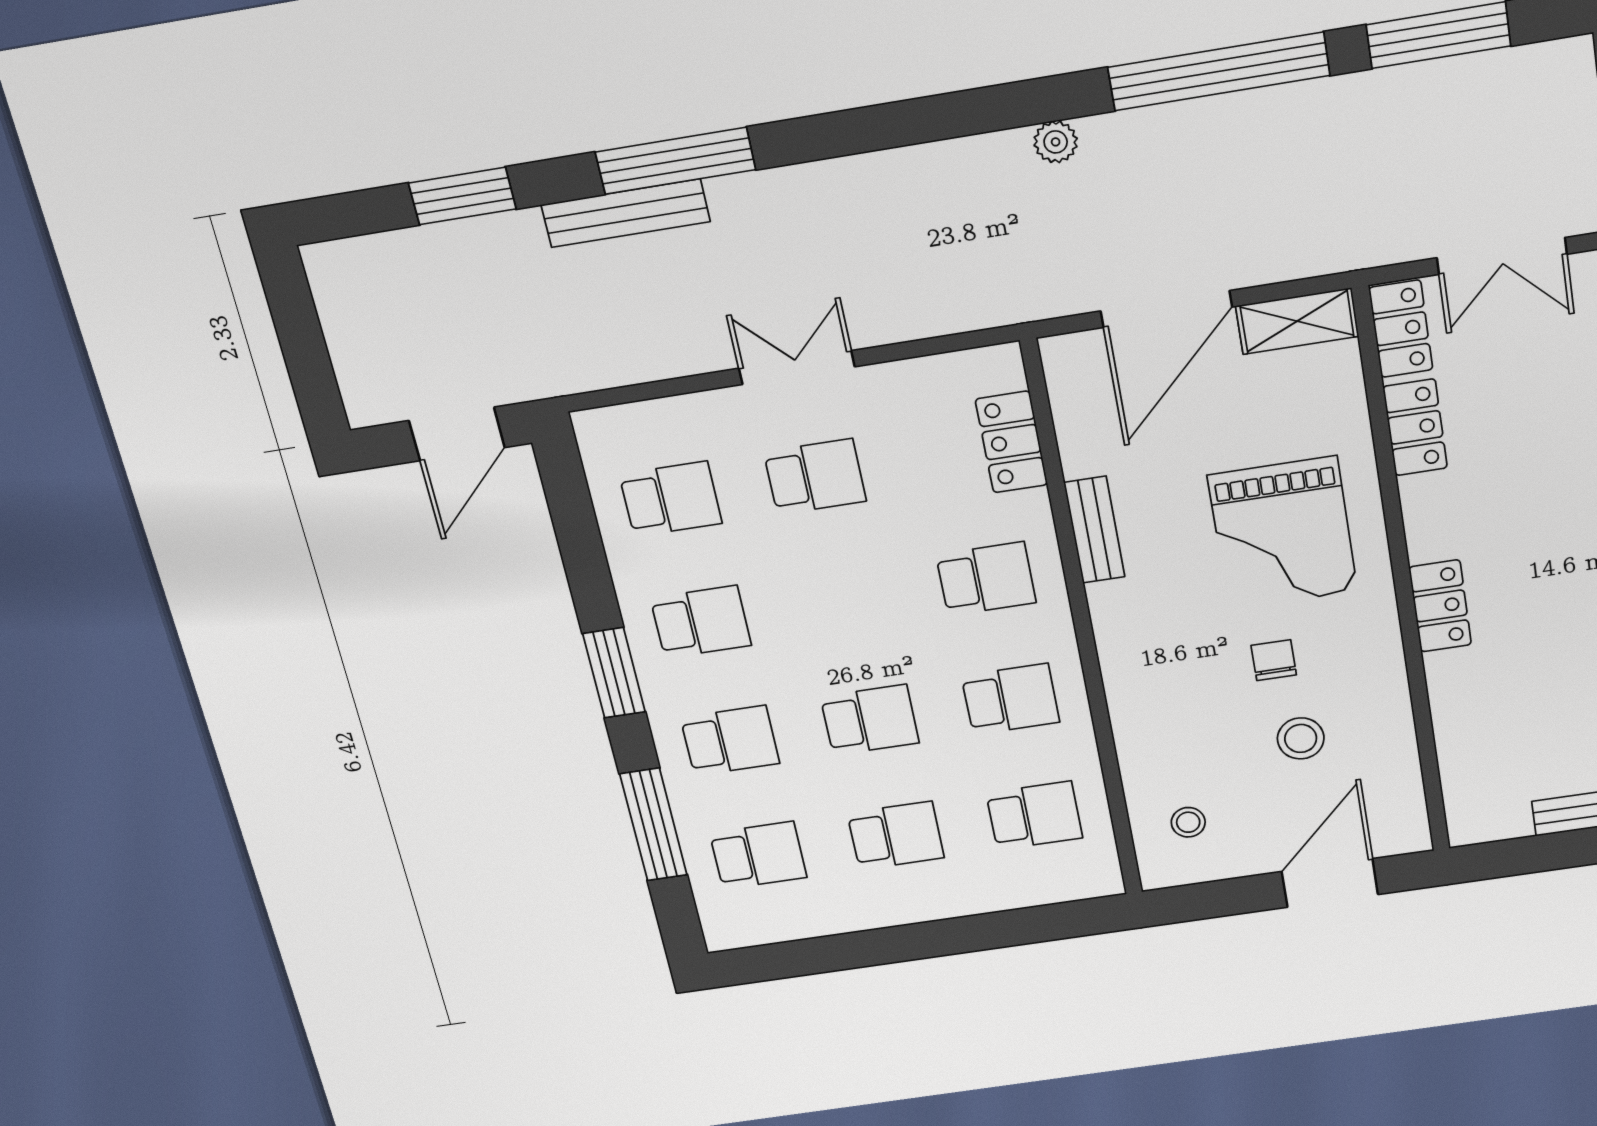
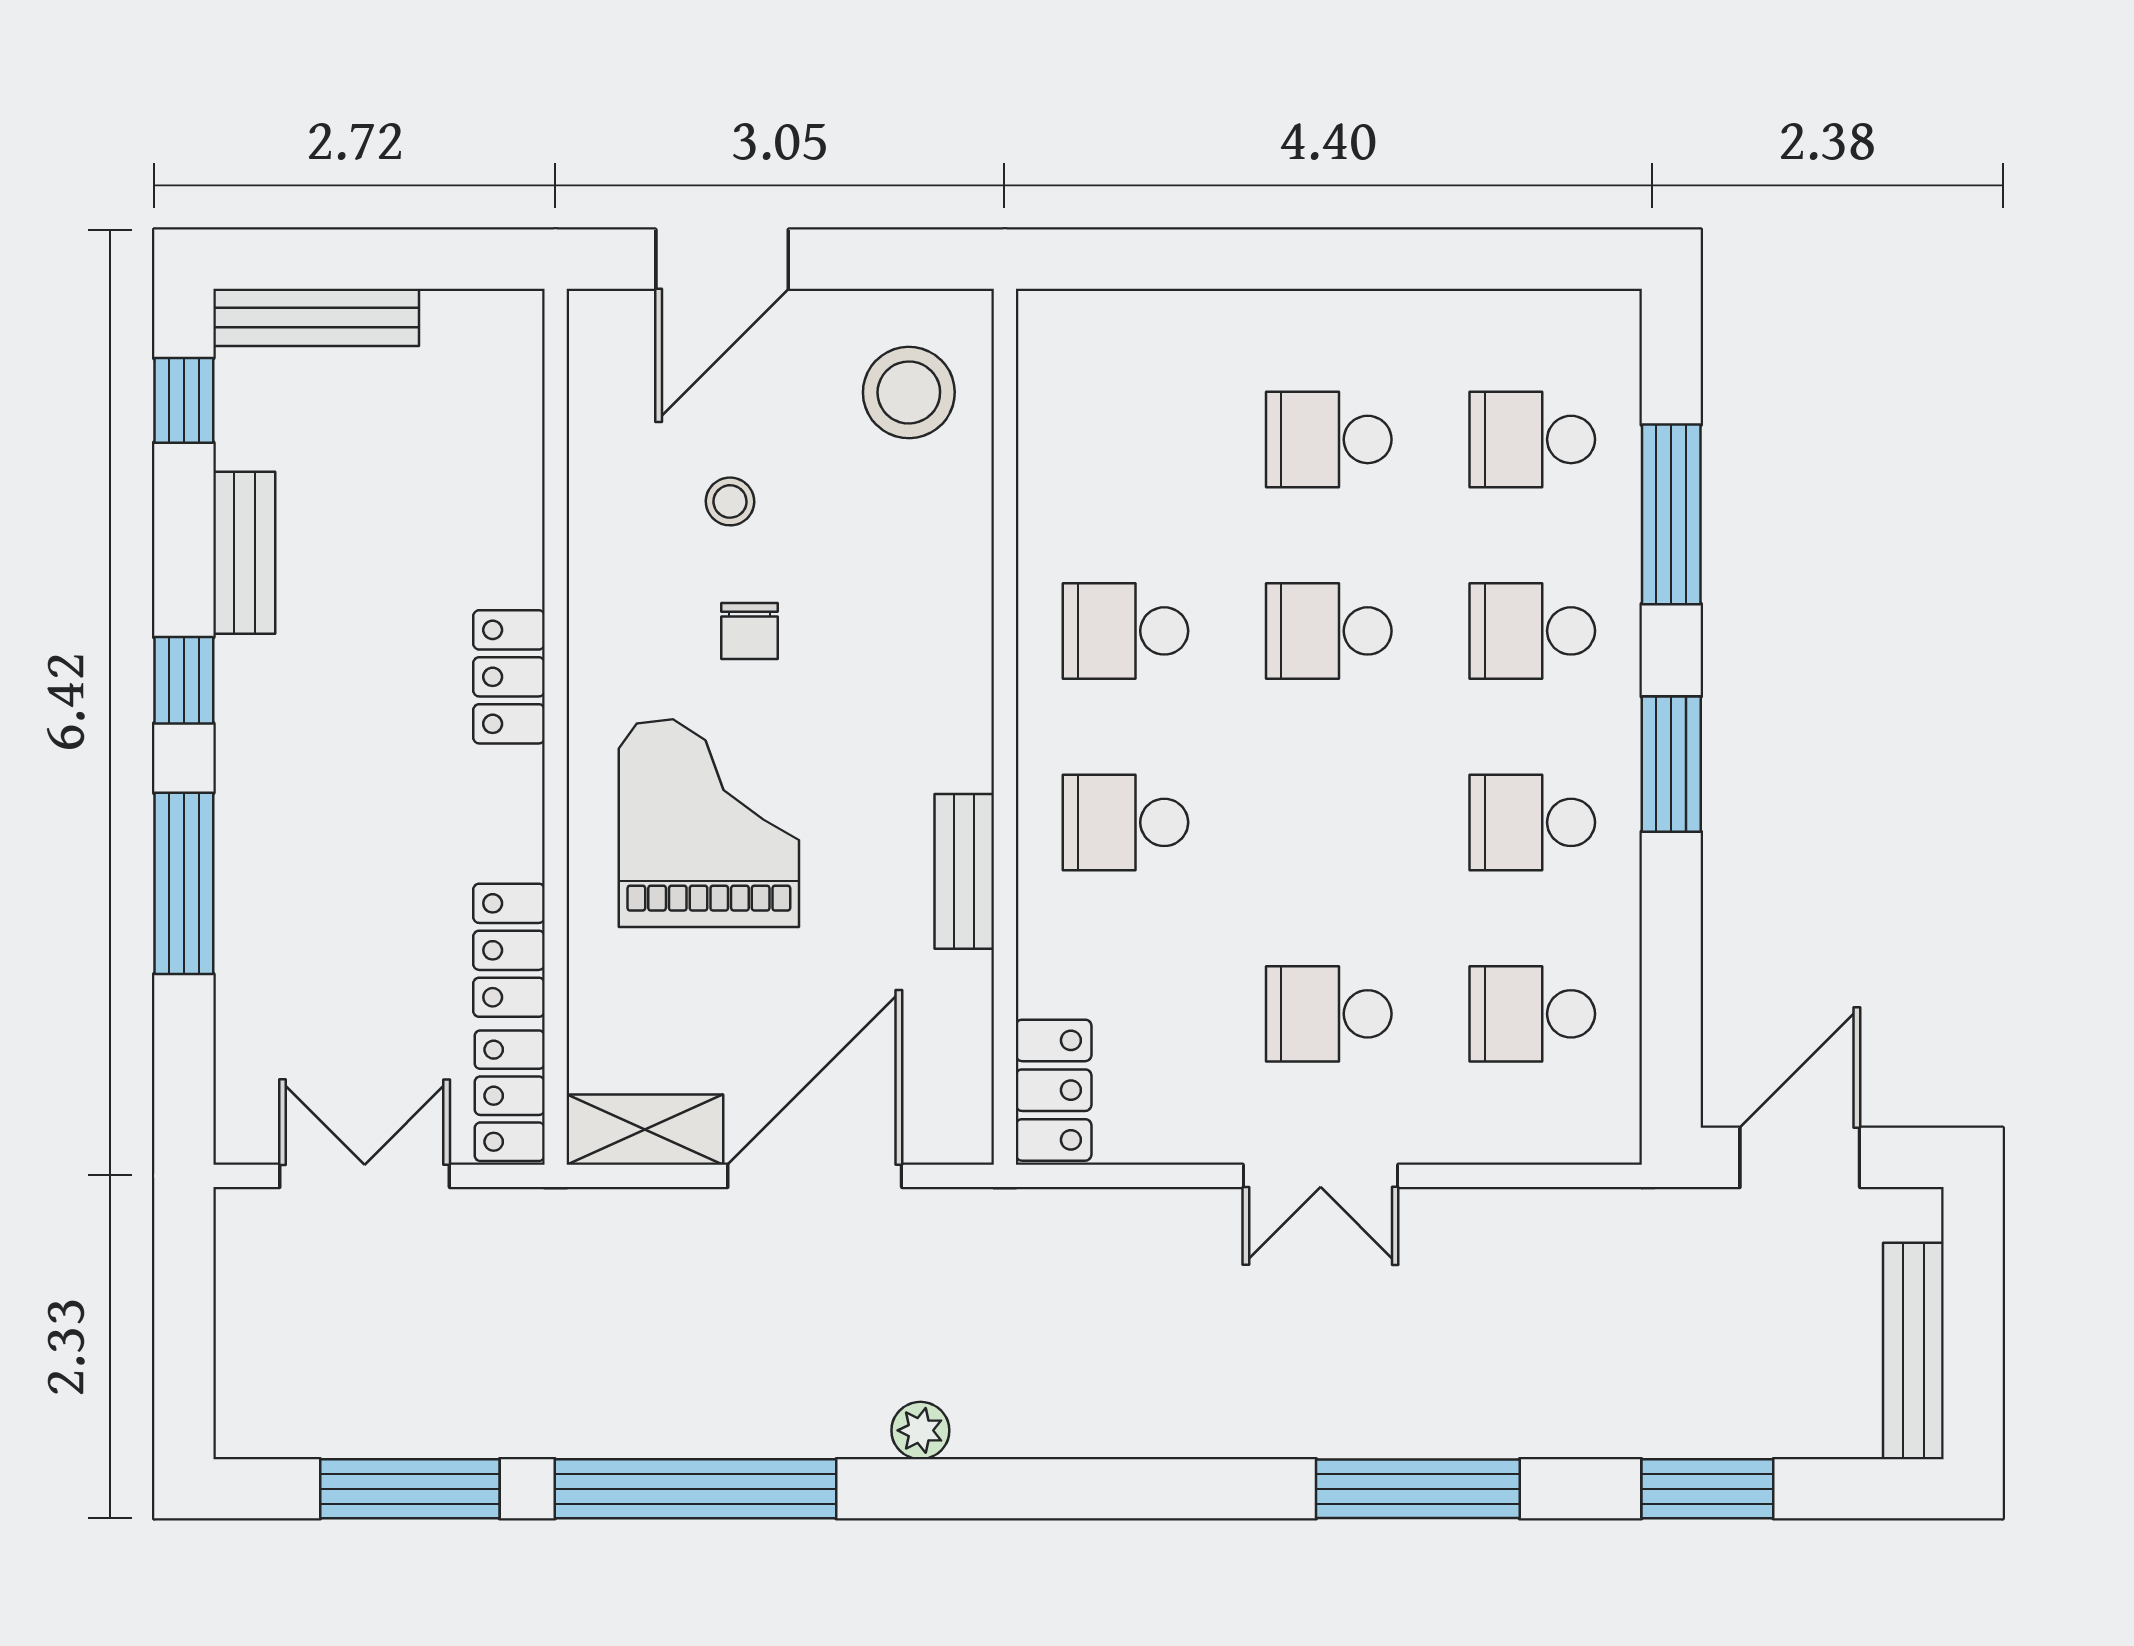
bench: (626, 213) -> (1913, 1351), moved, turned 90
locker: (1011, 442) -> (1054, 1090), moved
stool: (1301, 738) -> (730, 501), width x0.73, depth x0.73
school desk: (1034, 816) -> (1125, 439), removed
stool: (1188, 822) -> (909, 392), width x1.89, depth x1.89

